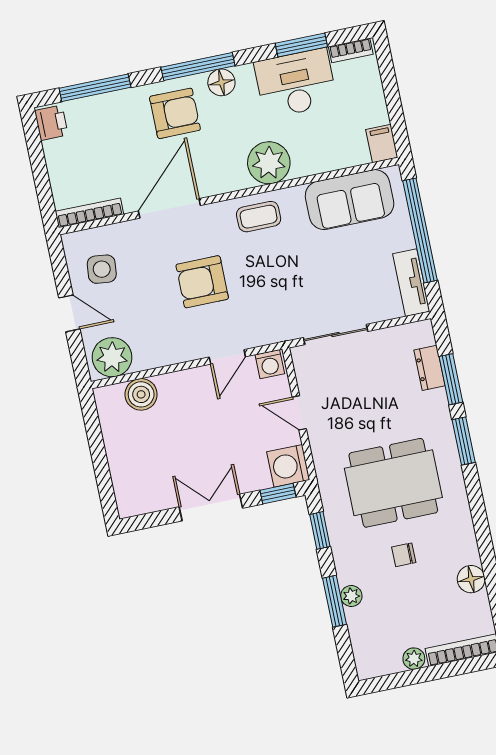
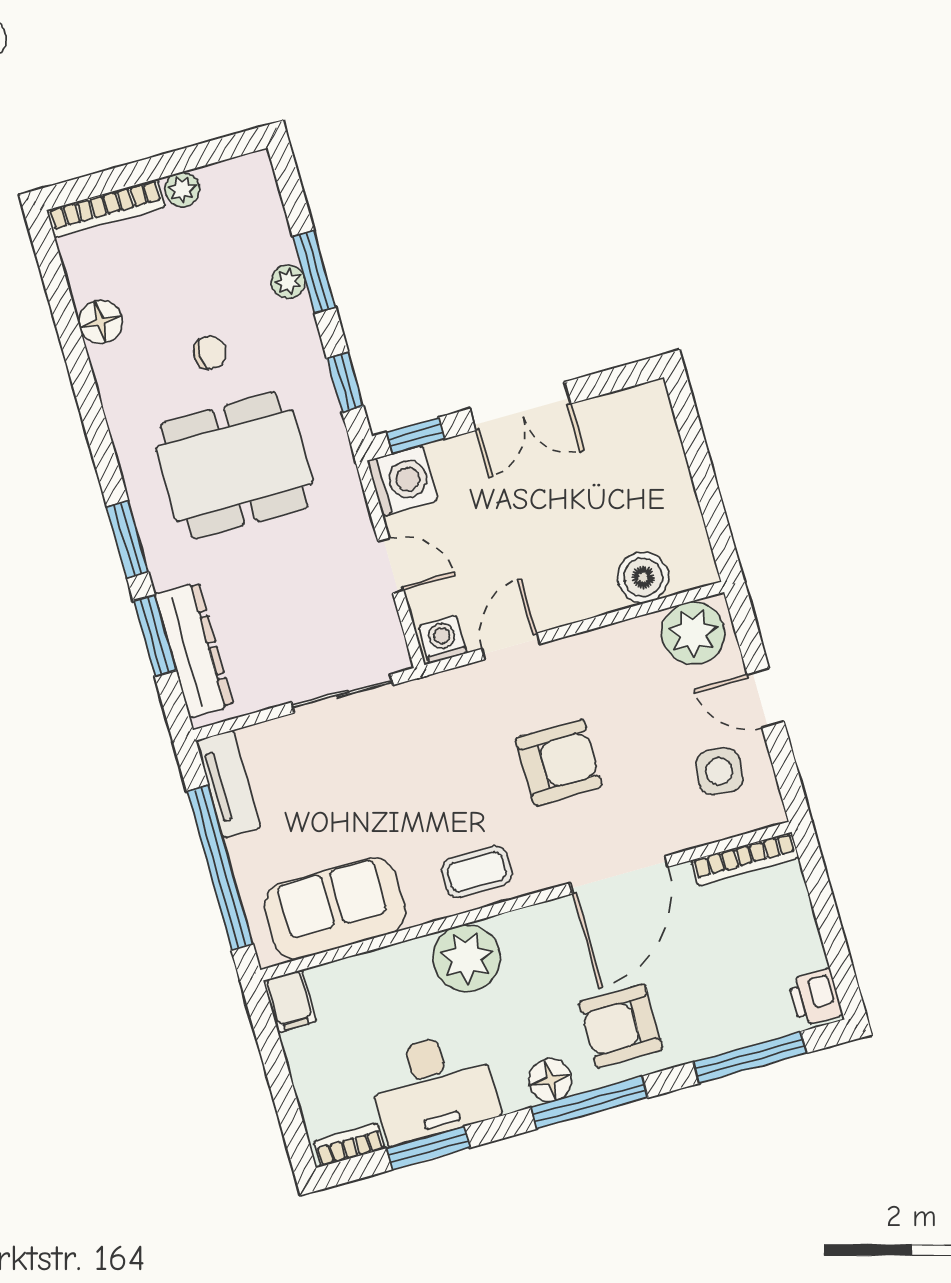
dresser: (429, 368) -> (194, 650), width x1.96, depth x1.24

